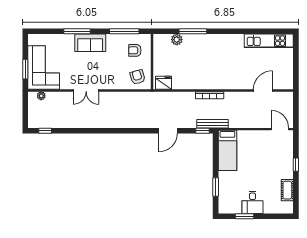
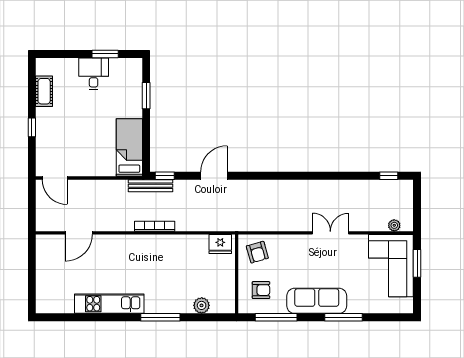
window: (193, 31) -> (160, 317), moved
kitchen unit: (269, 41) -> (109, 304), moved
sofa: (90, 43) -> (317, 301), width x1.36

